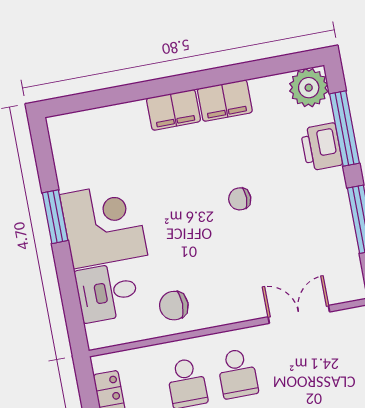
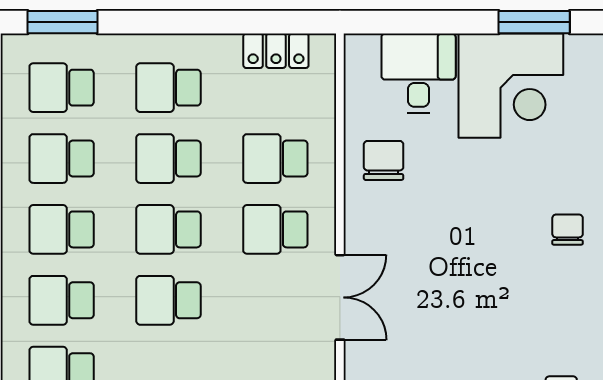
chair: (240, 199) -> (568, 230), moved
double door: (299, 314) -> (340, 297), moved

